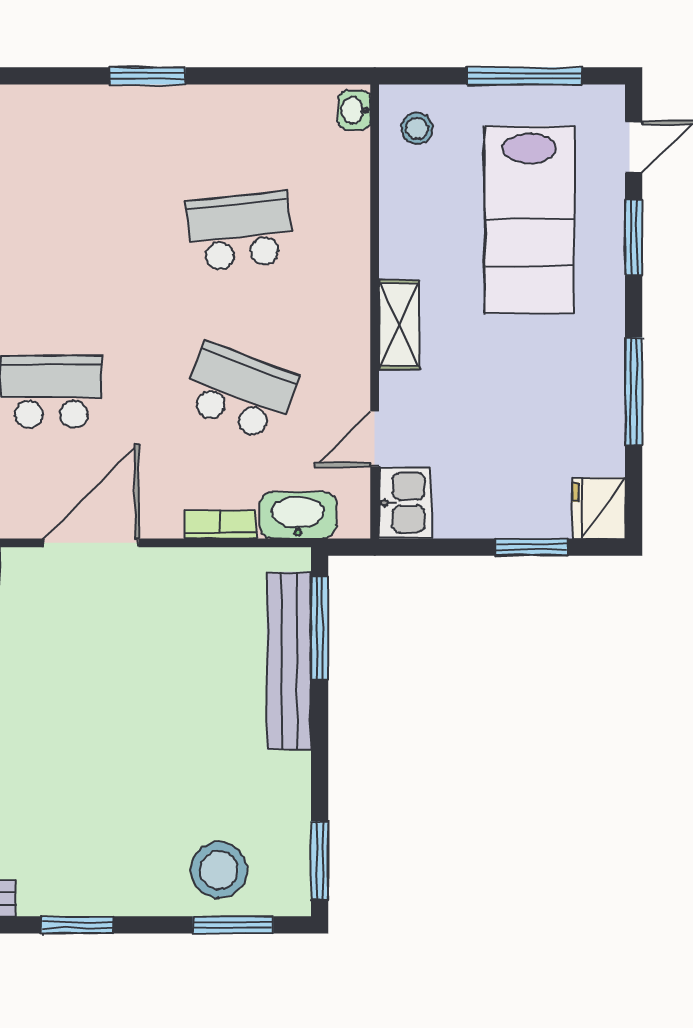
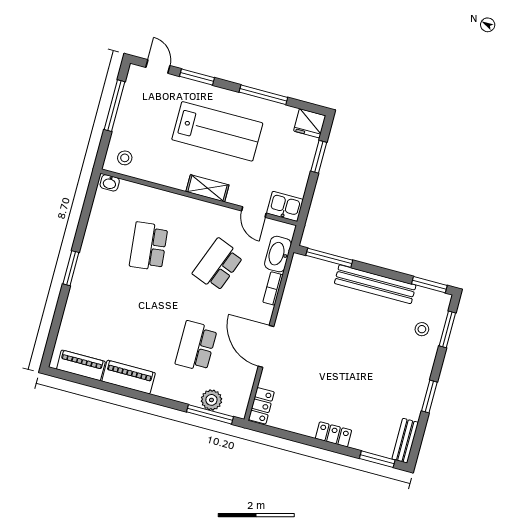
lab bench: (529, 220) -> (217, 131), moved
bench: (289, 661) -> (375, 284), moved
stool: (219, 870) -> (422, 329), width x0.53, depth x0.53

